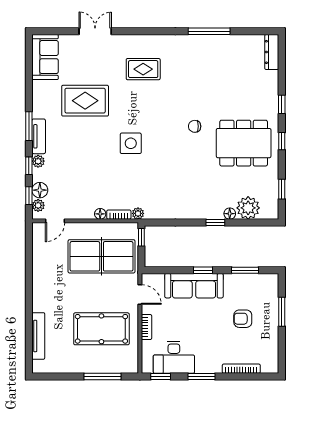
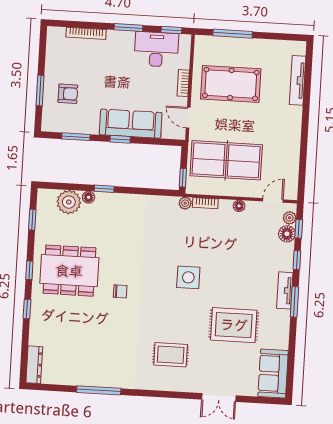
plant: (38, 161) -> (287, 264), removed
floor lamp: (100, 214) -> (239, 206), moved
armchair: (243, 319) -> (68, 94), moved

